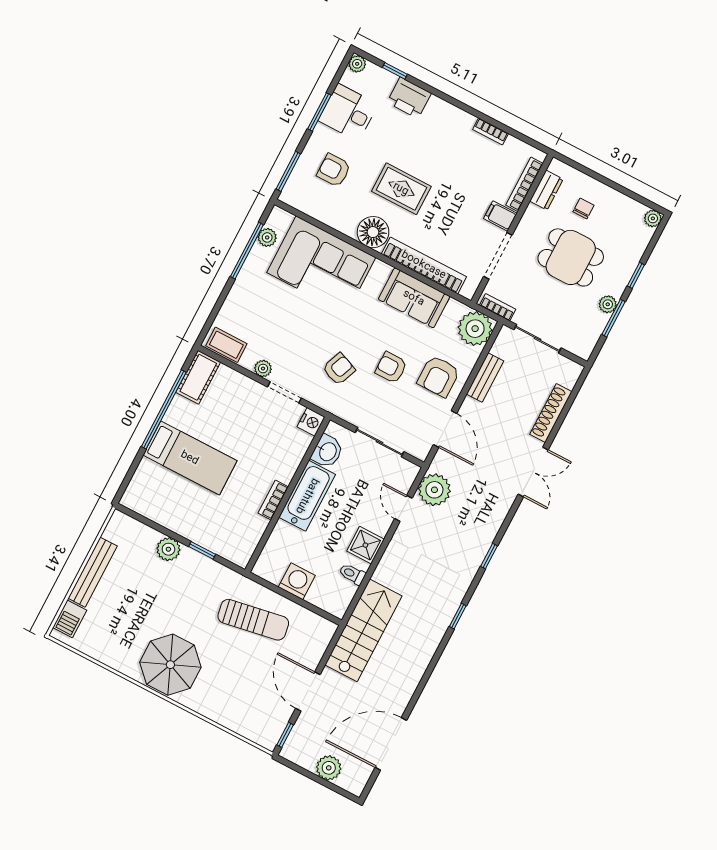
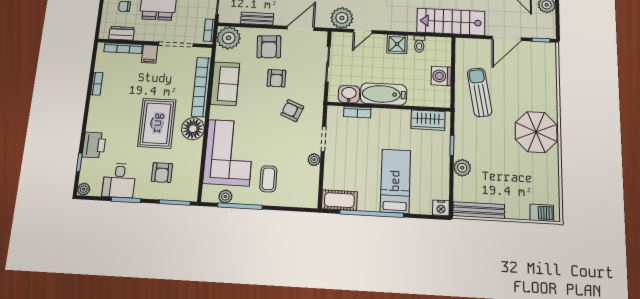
rug: (401, 189) -> (157, 123), width x1.36, depth x1.43
coffee table: (226, 345) -> (268, 179), moved
armchair: (439, 376) -> (269, 47), turned 87
nightstand: (311, 422) -> (441, 208), moved, turned 180
bookcase: (273, 500) -> (357, 112), moved
wardrobe: (248, 536) -> (428, 120), added
bench: (93, 572) -> (479, 210), moved

